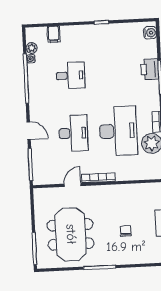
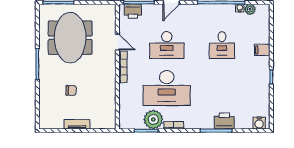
filing cabinet: (54, 34) -> (262, 50), moved
printer: (40, 170) -> (133, 11), added
meeting table: (71, 234) -> (70, 38), turned 90

